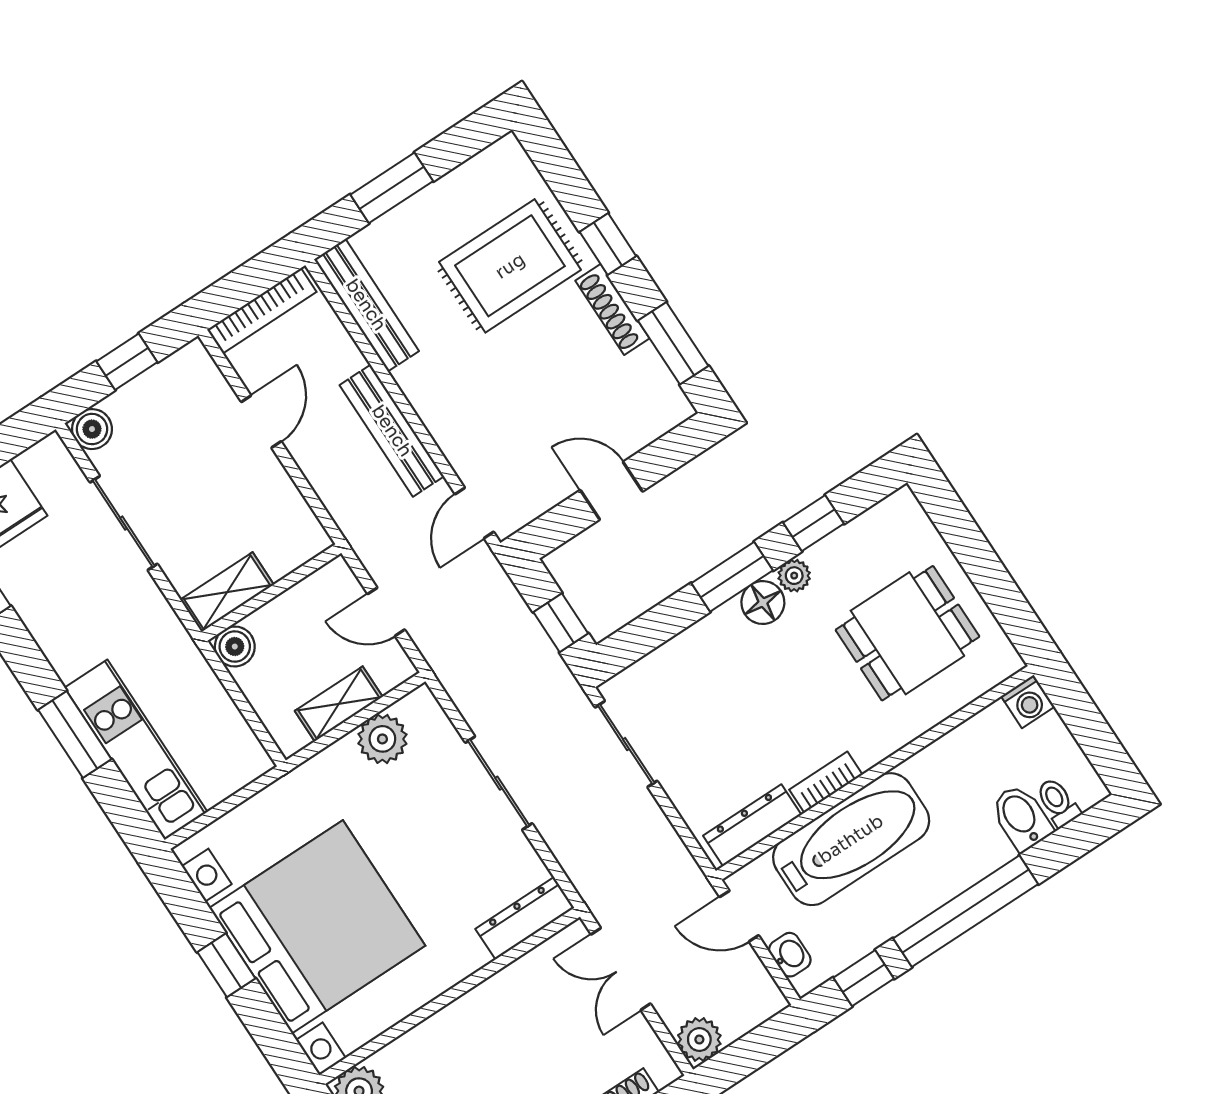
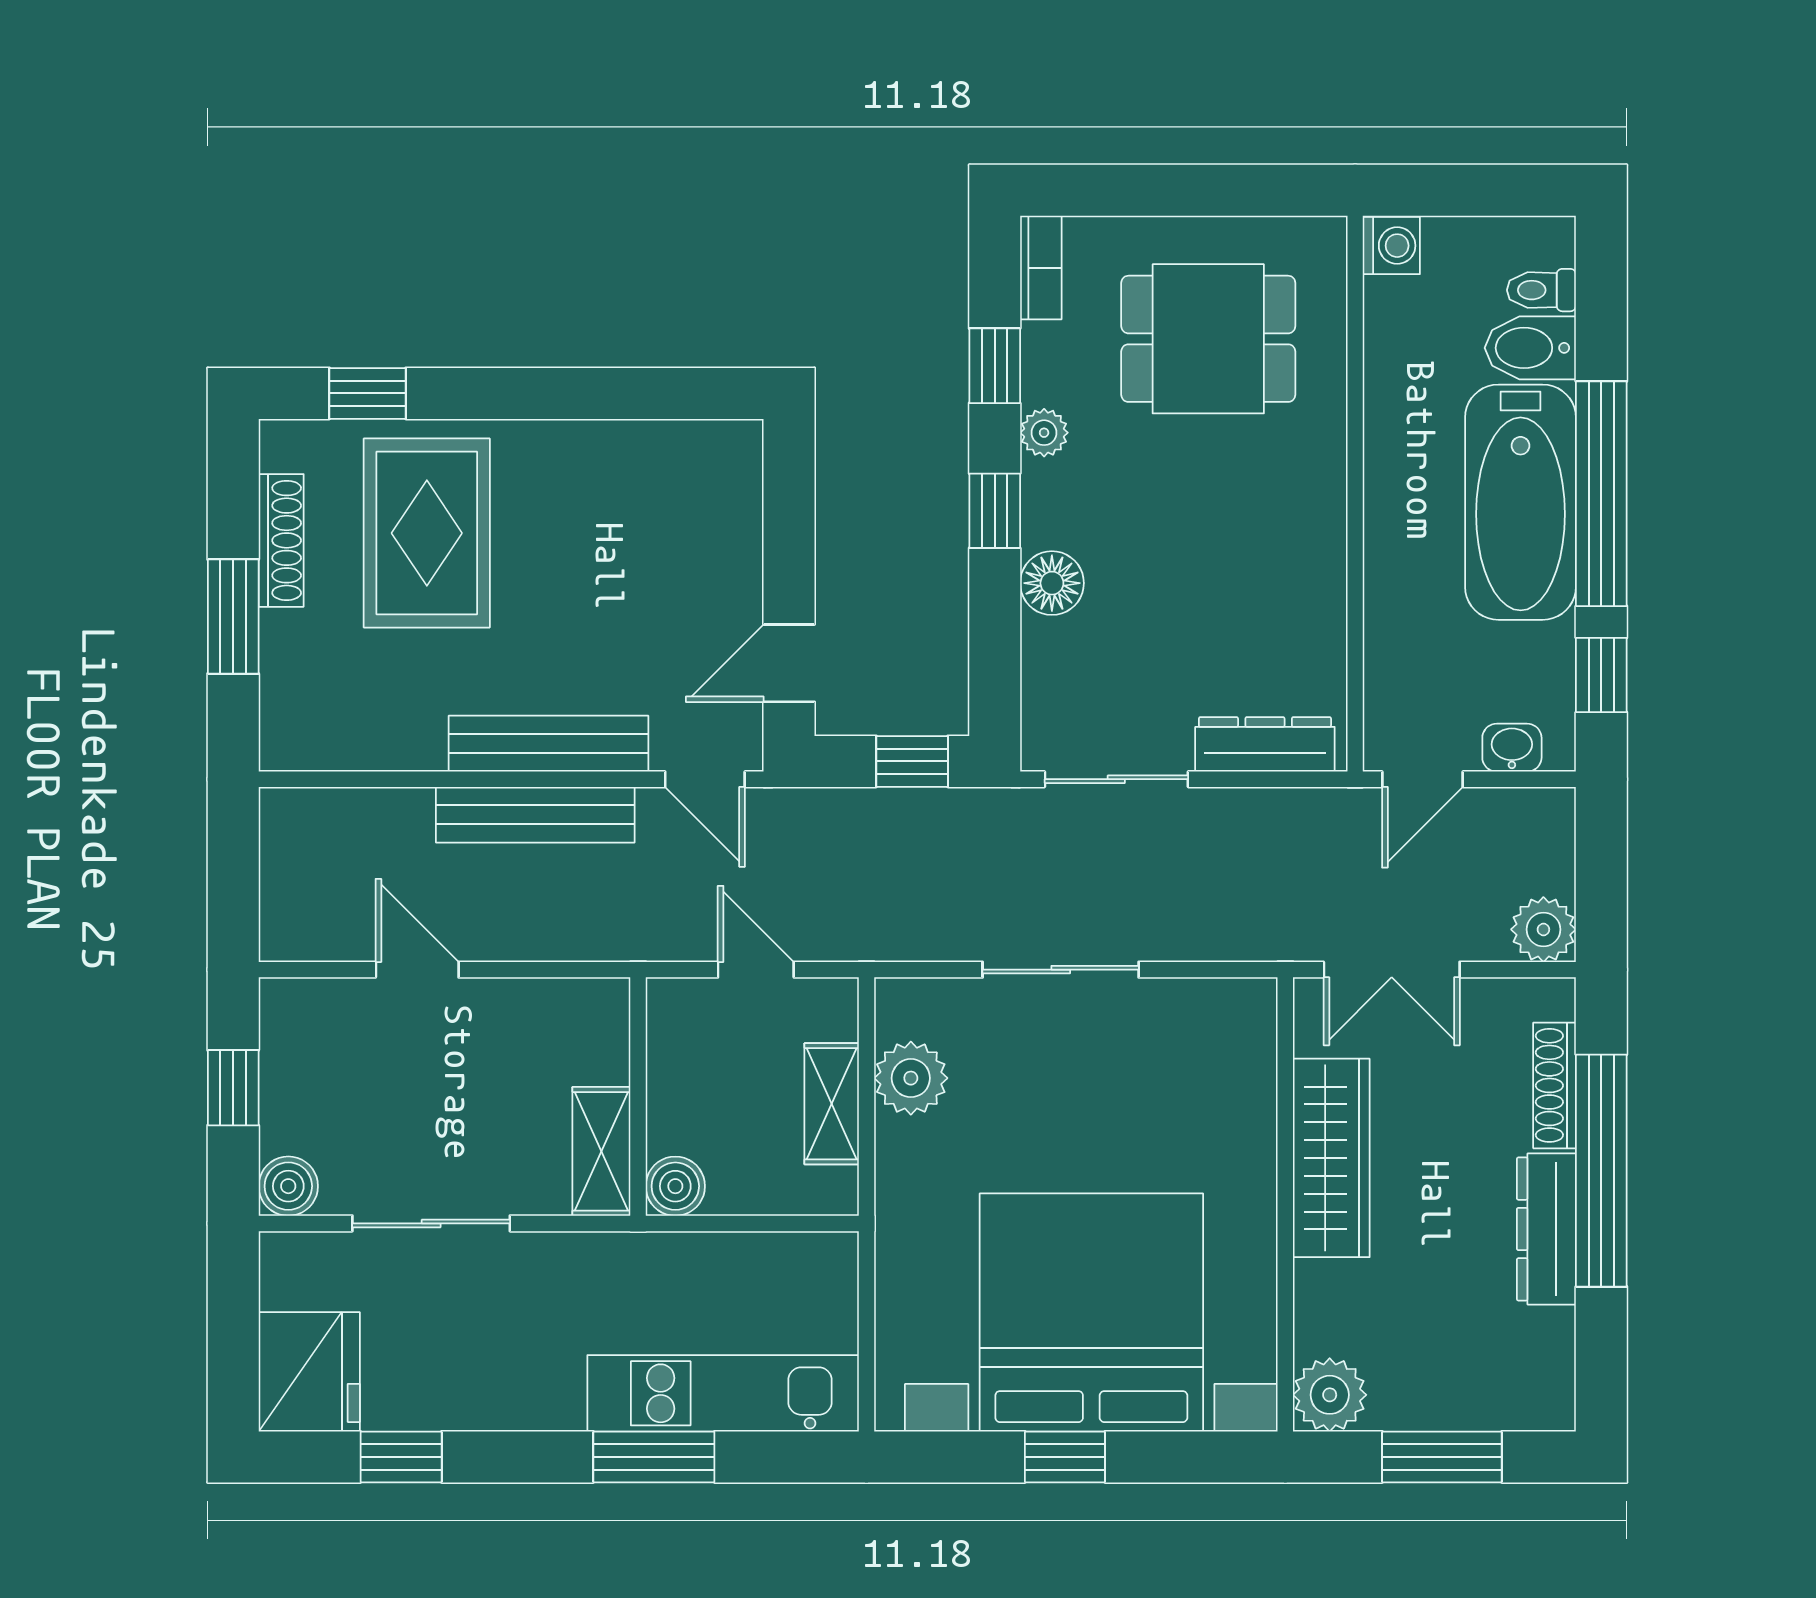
window: (608, 244) -> (368, 393), moved
bench: (366, 305) -> (548, 744), moved
shoe rack: (612, 309) -> (281, 540), moved, turned -90
bookcase: (262, 311) -> (280, 878), removed
window: (673, 343) -> (656, 393), removed
door: (611, 491) -> (789, 663), moved
window: (732, 577) -> (995, 511), width x0.67
floor lamp: (763, 603) -> (1052, 583), moved
door: (386, 612) -> (756, 970), swing flipped
dining table: (907, 633) -> (1208, 339), turned 90
bookcase: (826, 782) -> (1041, 268), moved, turned 180
dresser: (752, 825) -> (1265, 744), moved, turned 90
bathtub: (851, 839) -> (1521, 502), moved, turned 180
dresser: (525, 918) -> (1250, 1047), removed
wardrobe: (493, 1005) -> (1331, 1158), added

